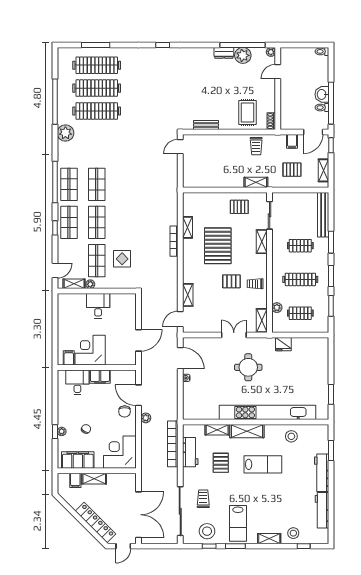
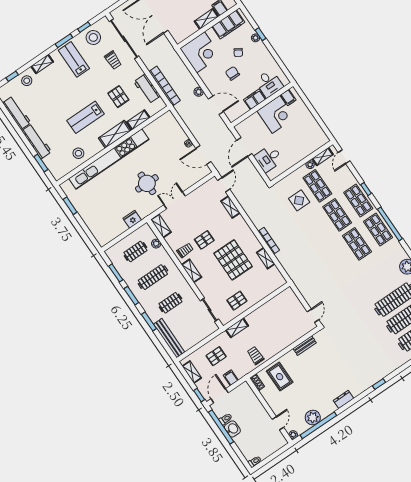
dresser: (224, 53) -> (343, 399), moved
shelving: (262, 242) -> (192, 271), moved
desk: (98, 306) -> (269, 158), moved, turned 90
double door: (234, 335) -> (175, 200), swing flipped
chair: (125, 411) -> (232, 73), moved

